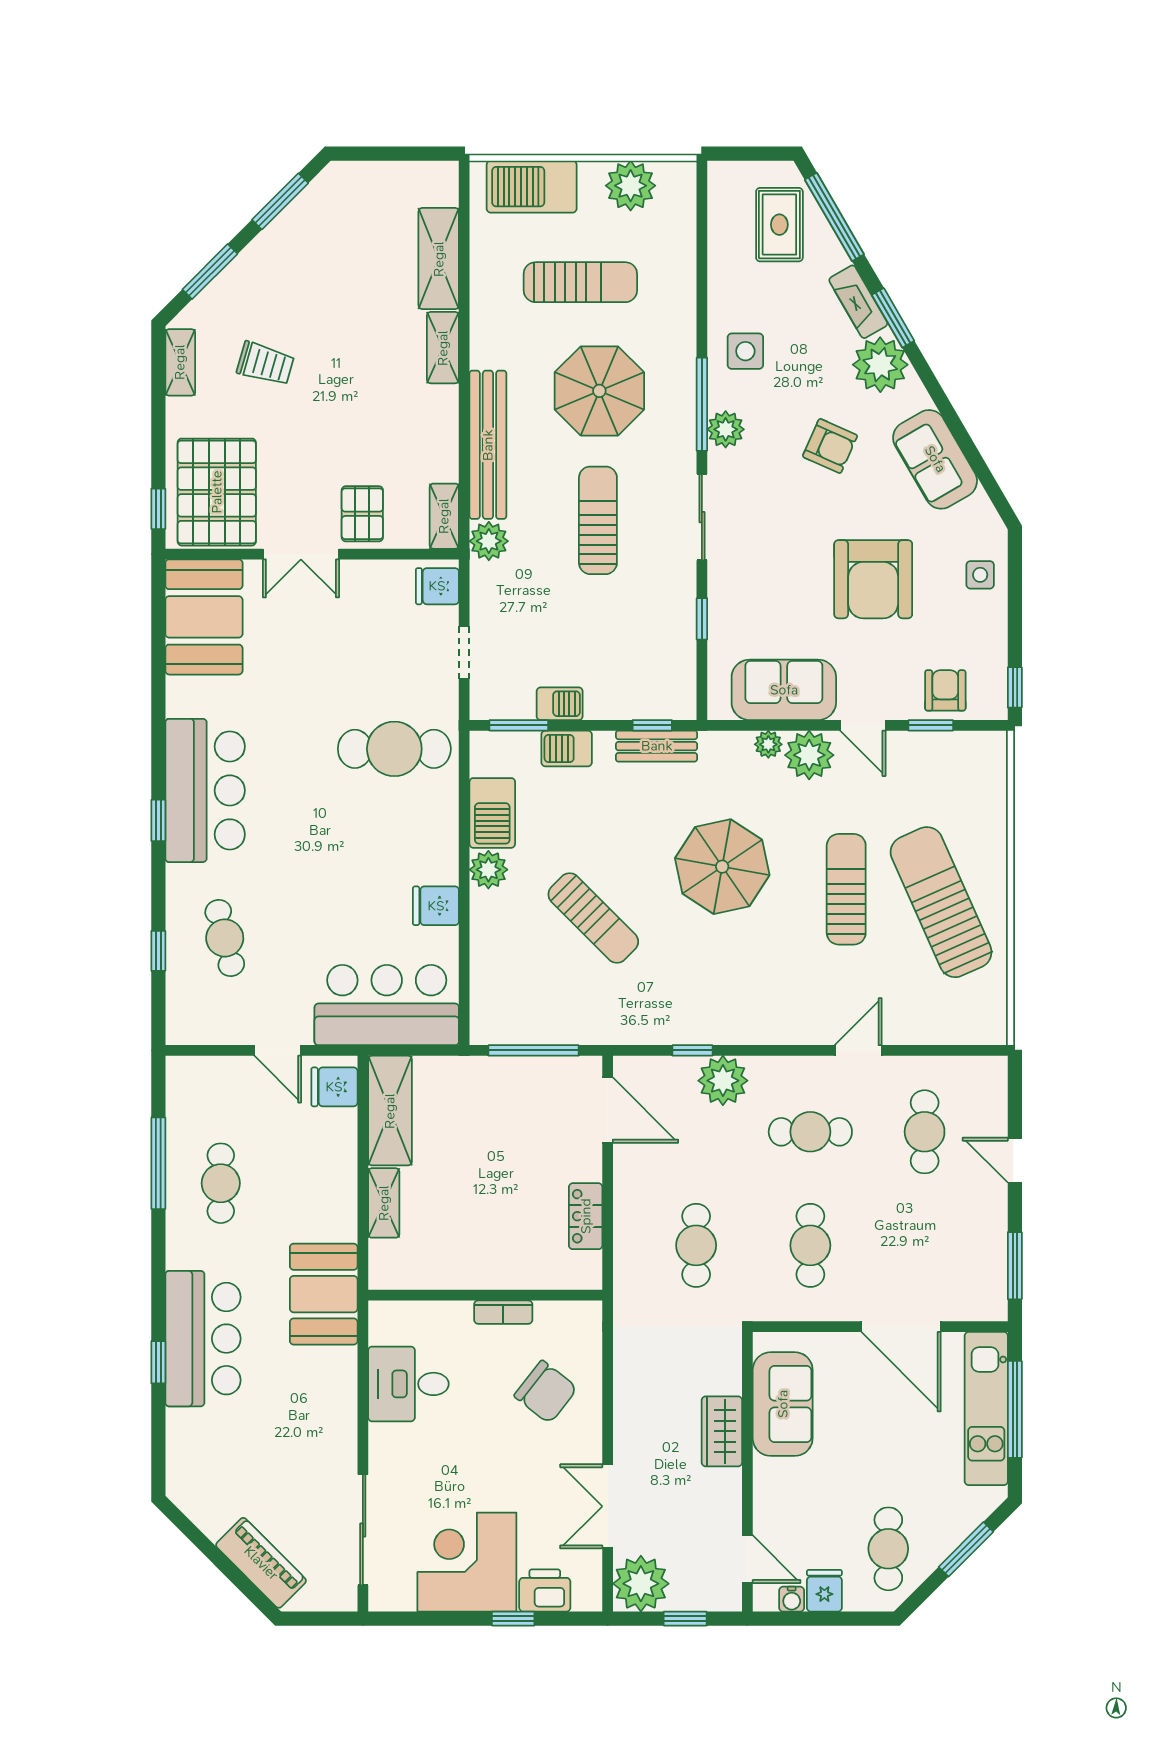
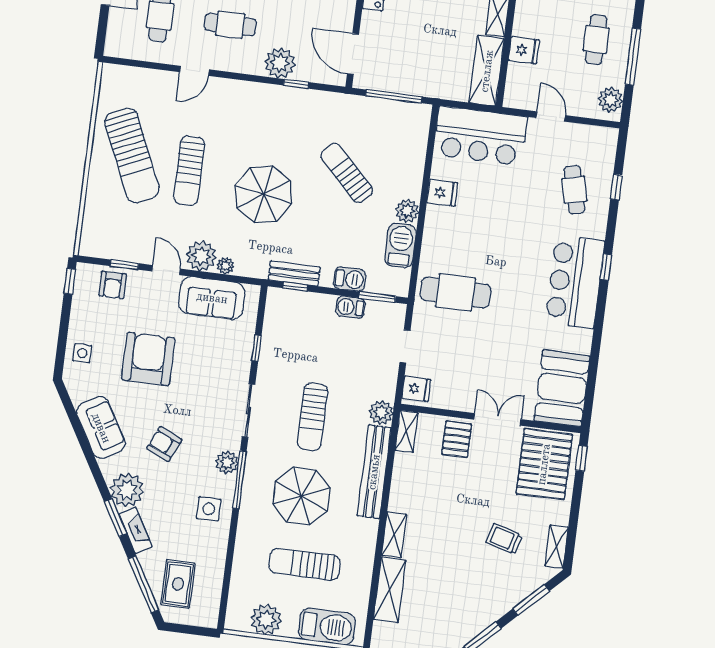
fridge: (334, 1087) -> (524, 50), moved
plant: (185, 1090) -> (610, 100), added

